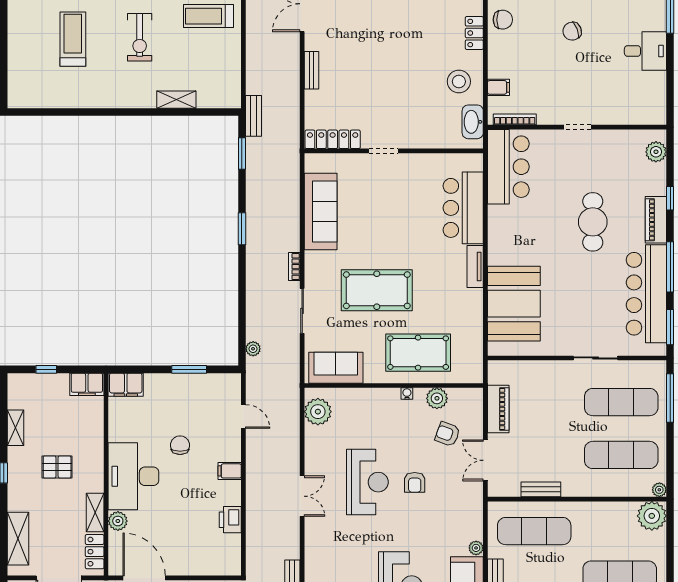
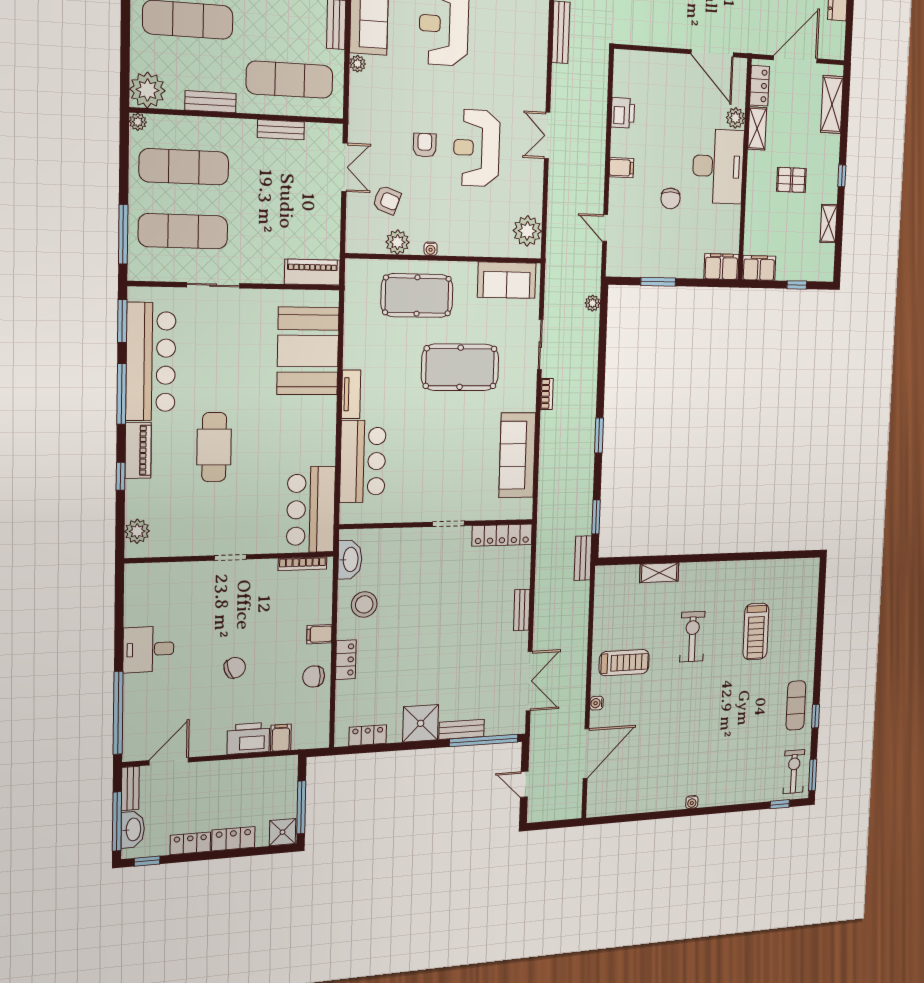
filing cabinet: (499, 87) -> (319, 634), moved
piano: (498, 409) -> (312, 272), moved, turned 90
bench: (600, 509) -> (211, 102), added

